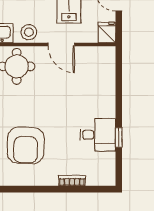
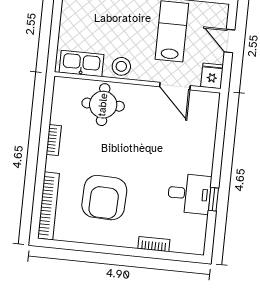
door: (61, 44) -> (175, 86), moved

